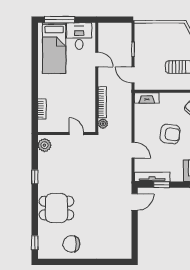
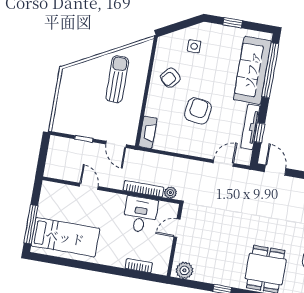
desk: (79, 36) -> (140, 215), moved, turned 90
door: (97, 59) -> (89, 186), hinge flipped
door: (133, 75) -> (116, 144), hinge flipped
door: (133, 150) -> (223, 163), moved
tv unit: (152, 177) -> (250, 127), moved

